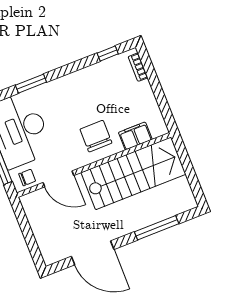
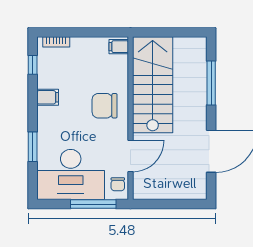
filing cabinet: (83, 80) -> (48, 97), added
filing cabinet: (135, 136) -> (119, 47), moved, width x0.50
chair: (27, 177) -> (118, 184), turned 180

